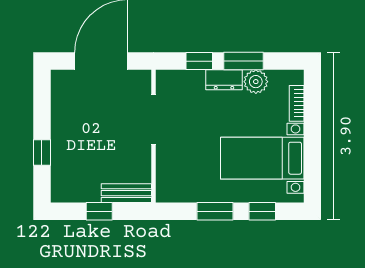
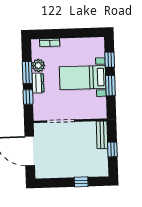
bed with nightstands: (262, 158) -> (83, 78), moved, turned 90

